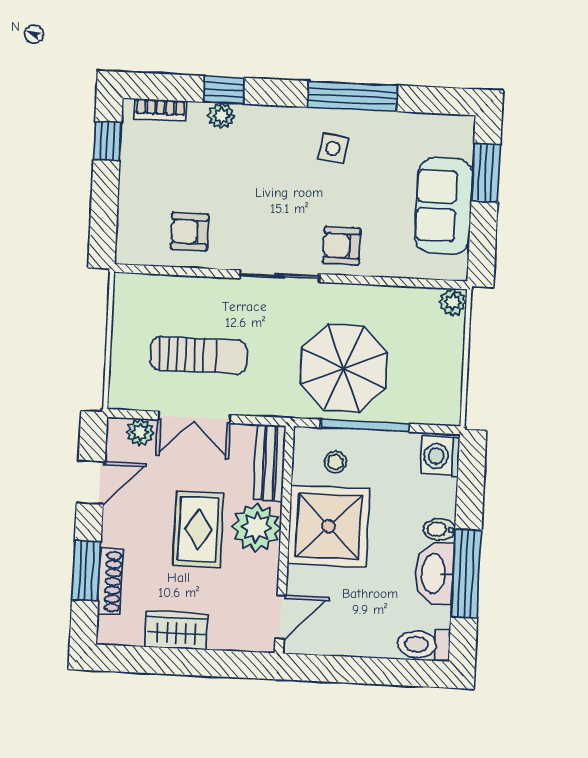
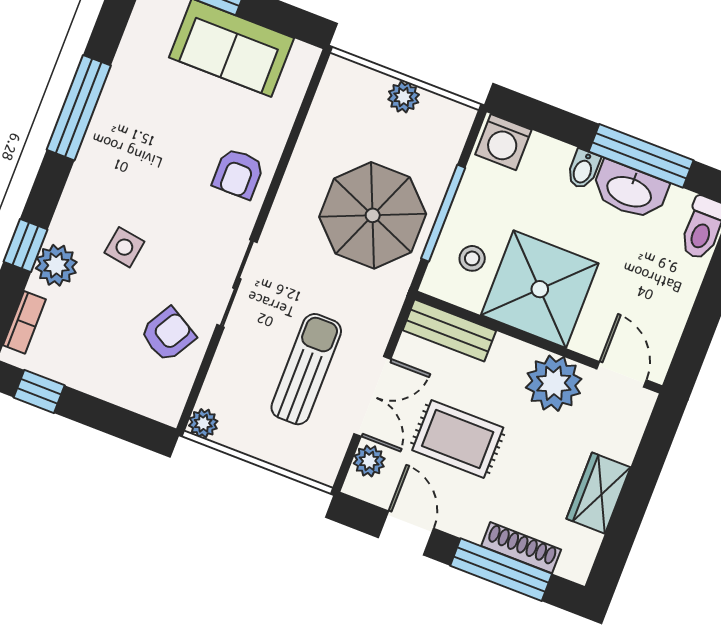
plant: (221, 116) -> (56, 265), width x1.38, depth x1.38
side table: (333, 148) -> (124, 247), moved
armchair: (190, 232) -> (168, 334), turned -150
sliding door: (280, 276) -> (237, 283), moved
plant: (126, 285) -> (203, 423), added
plant: (453, 302) -> (404, 97), moved
plant: (256, 527) -> (554, 383), moved
rug: (198, 529) -> (458, 439), moved
window: (86, 571) -> (501, 570), width x1.44

